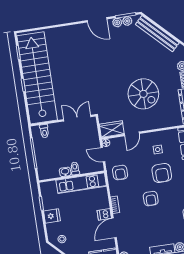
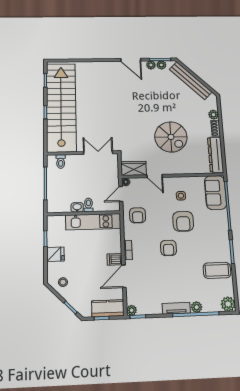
door: (132, 134) -> (155, 176), hinge flipped
door: (103, 155) -> (121, 194), hinge flipped

